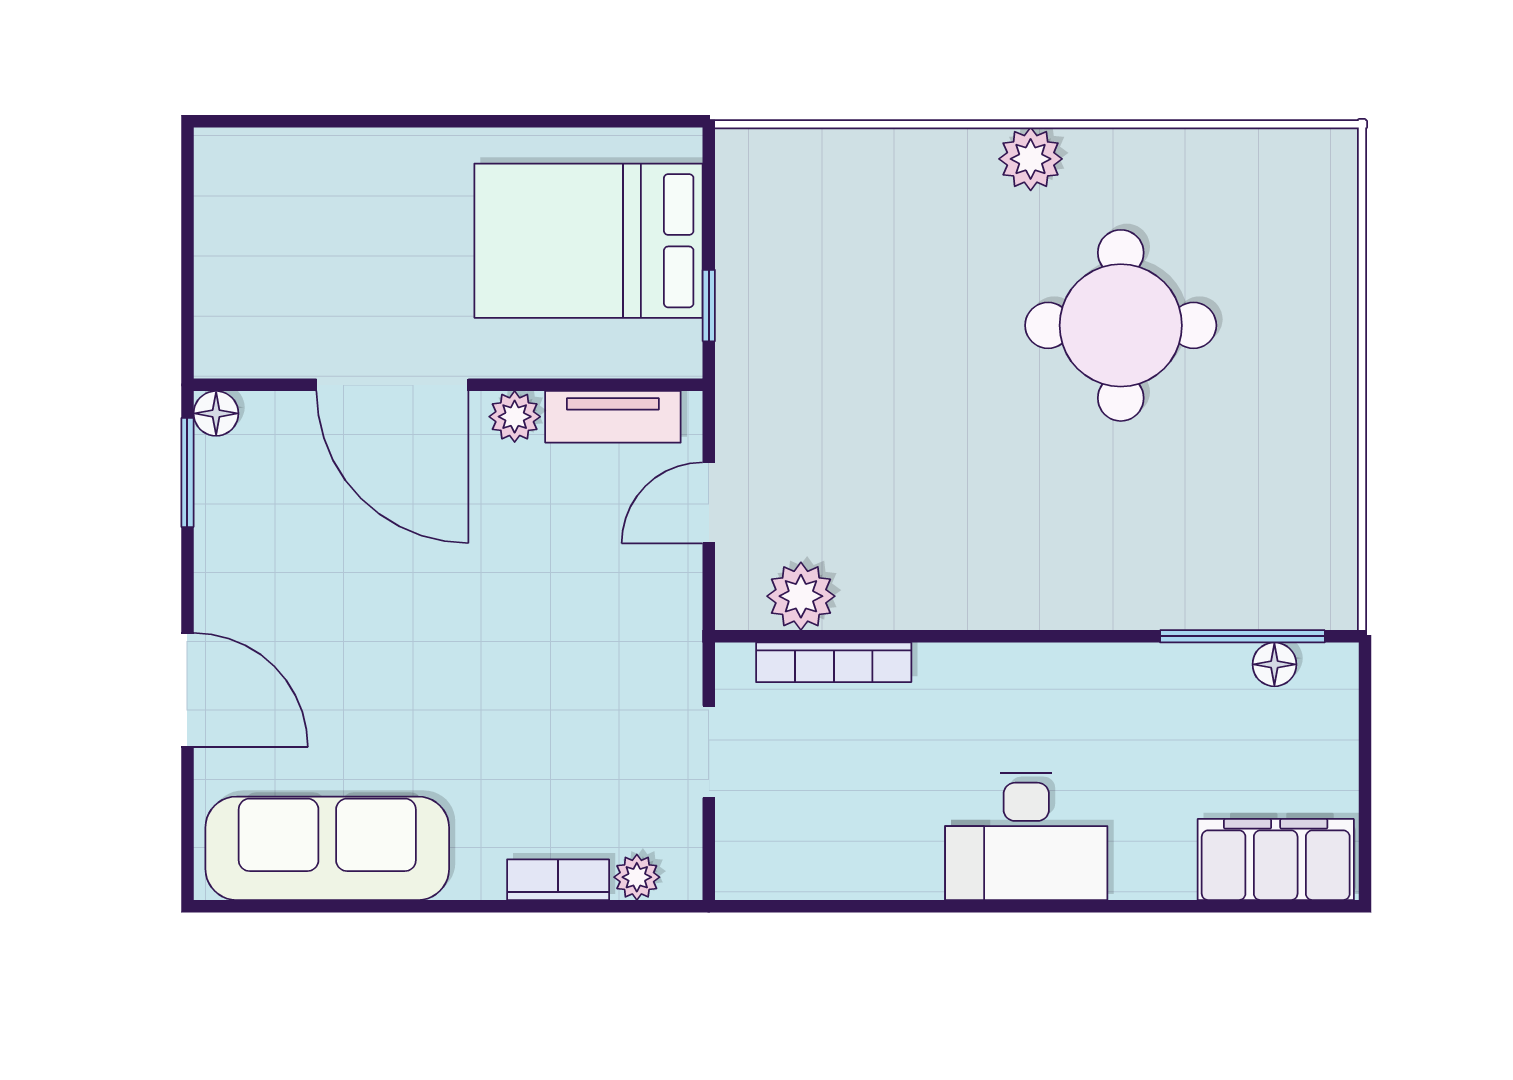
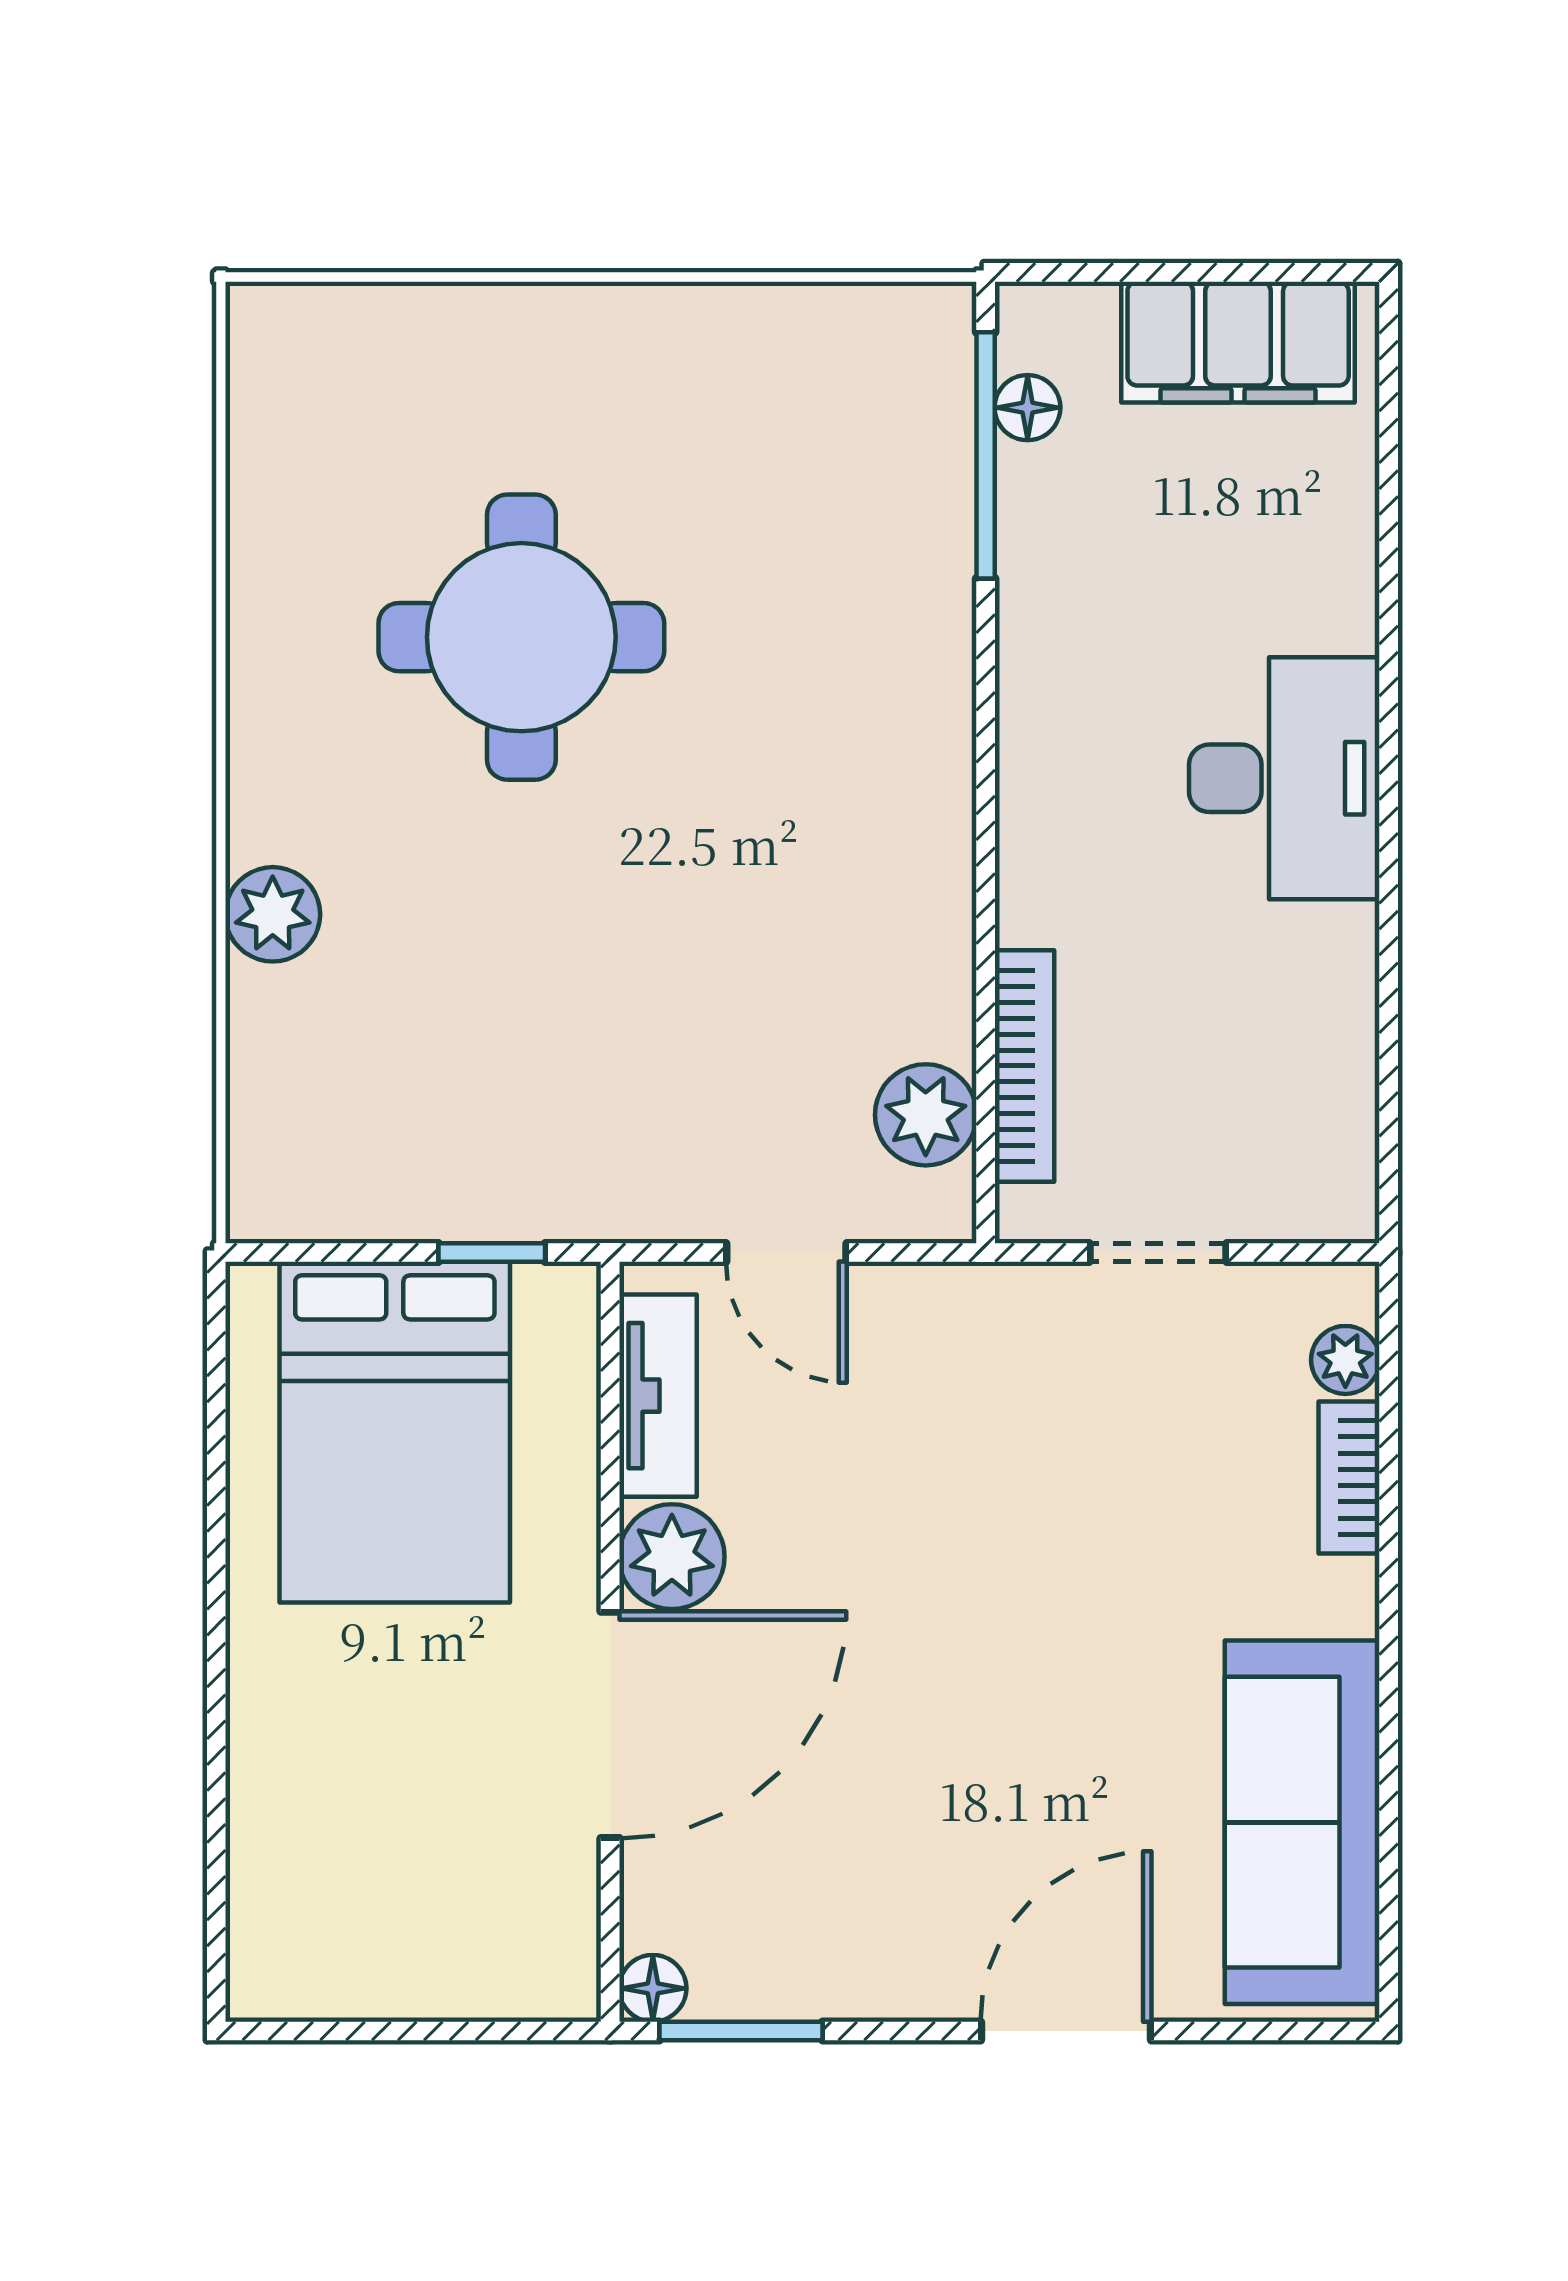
plant: (1031, 159) -> (273, 914), moved
plant: (515, 417) -> (672, 1557), width x1.38, depth x1.38
filing cabinet: (1276, 860) -> (1238, 342), moved, turned -90

